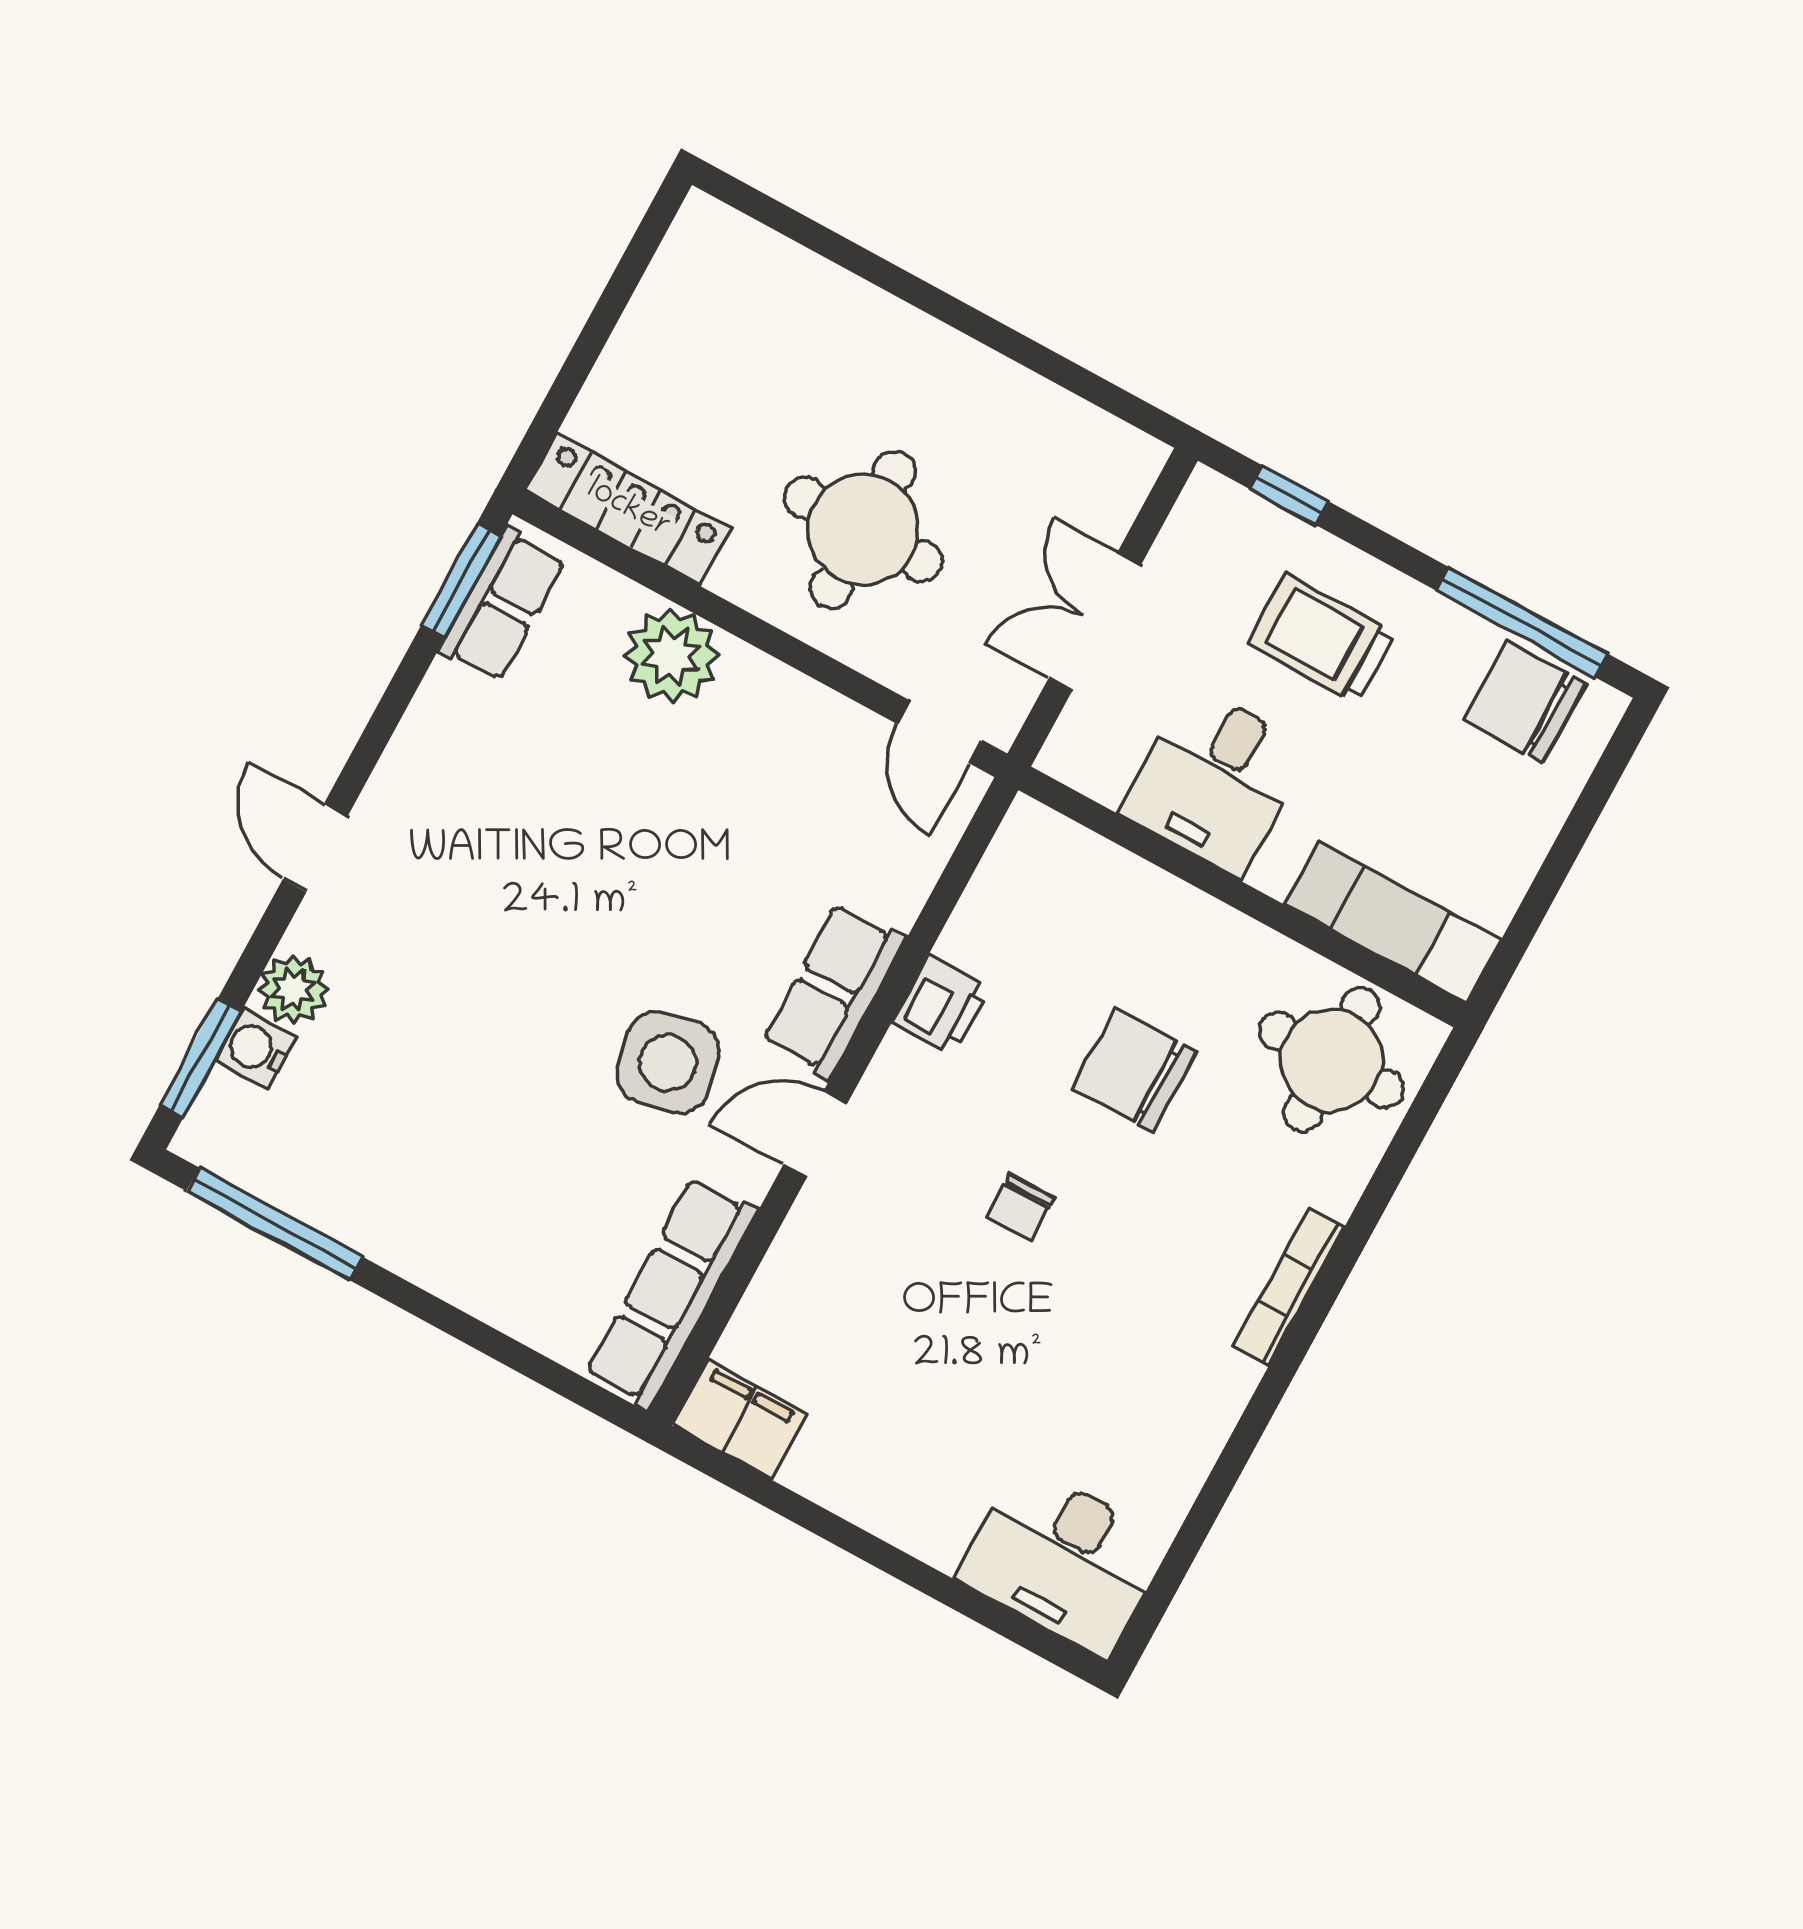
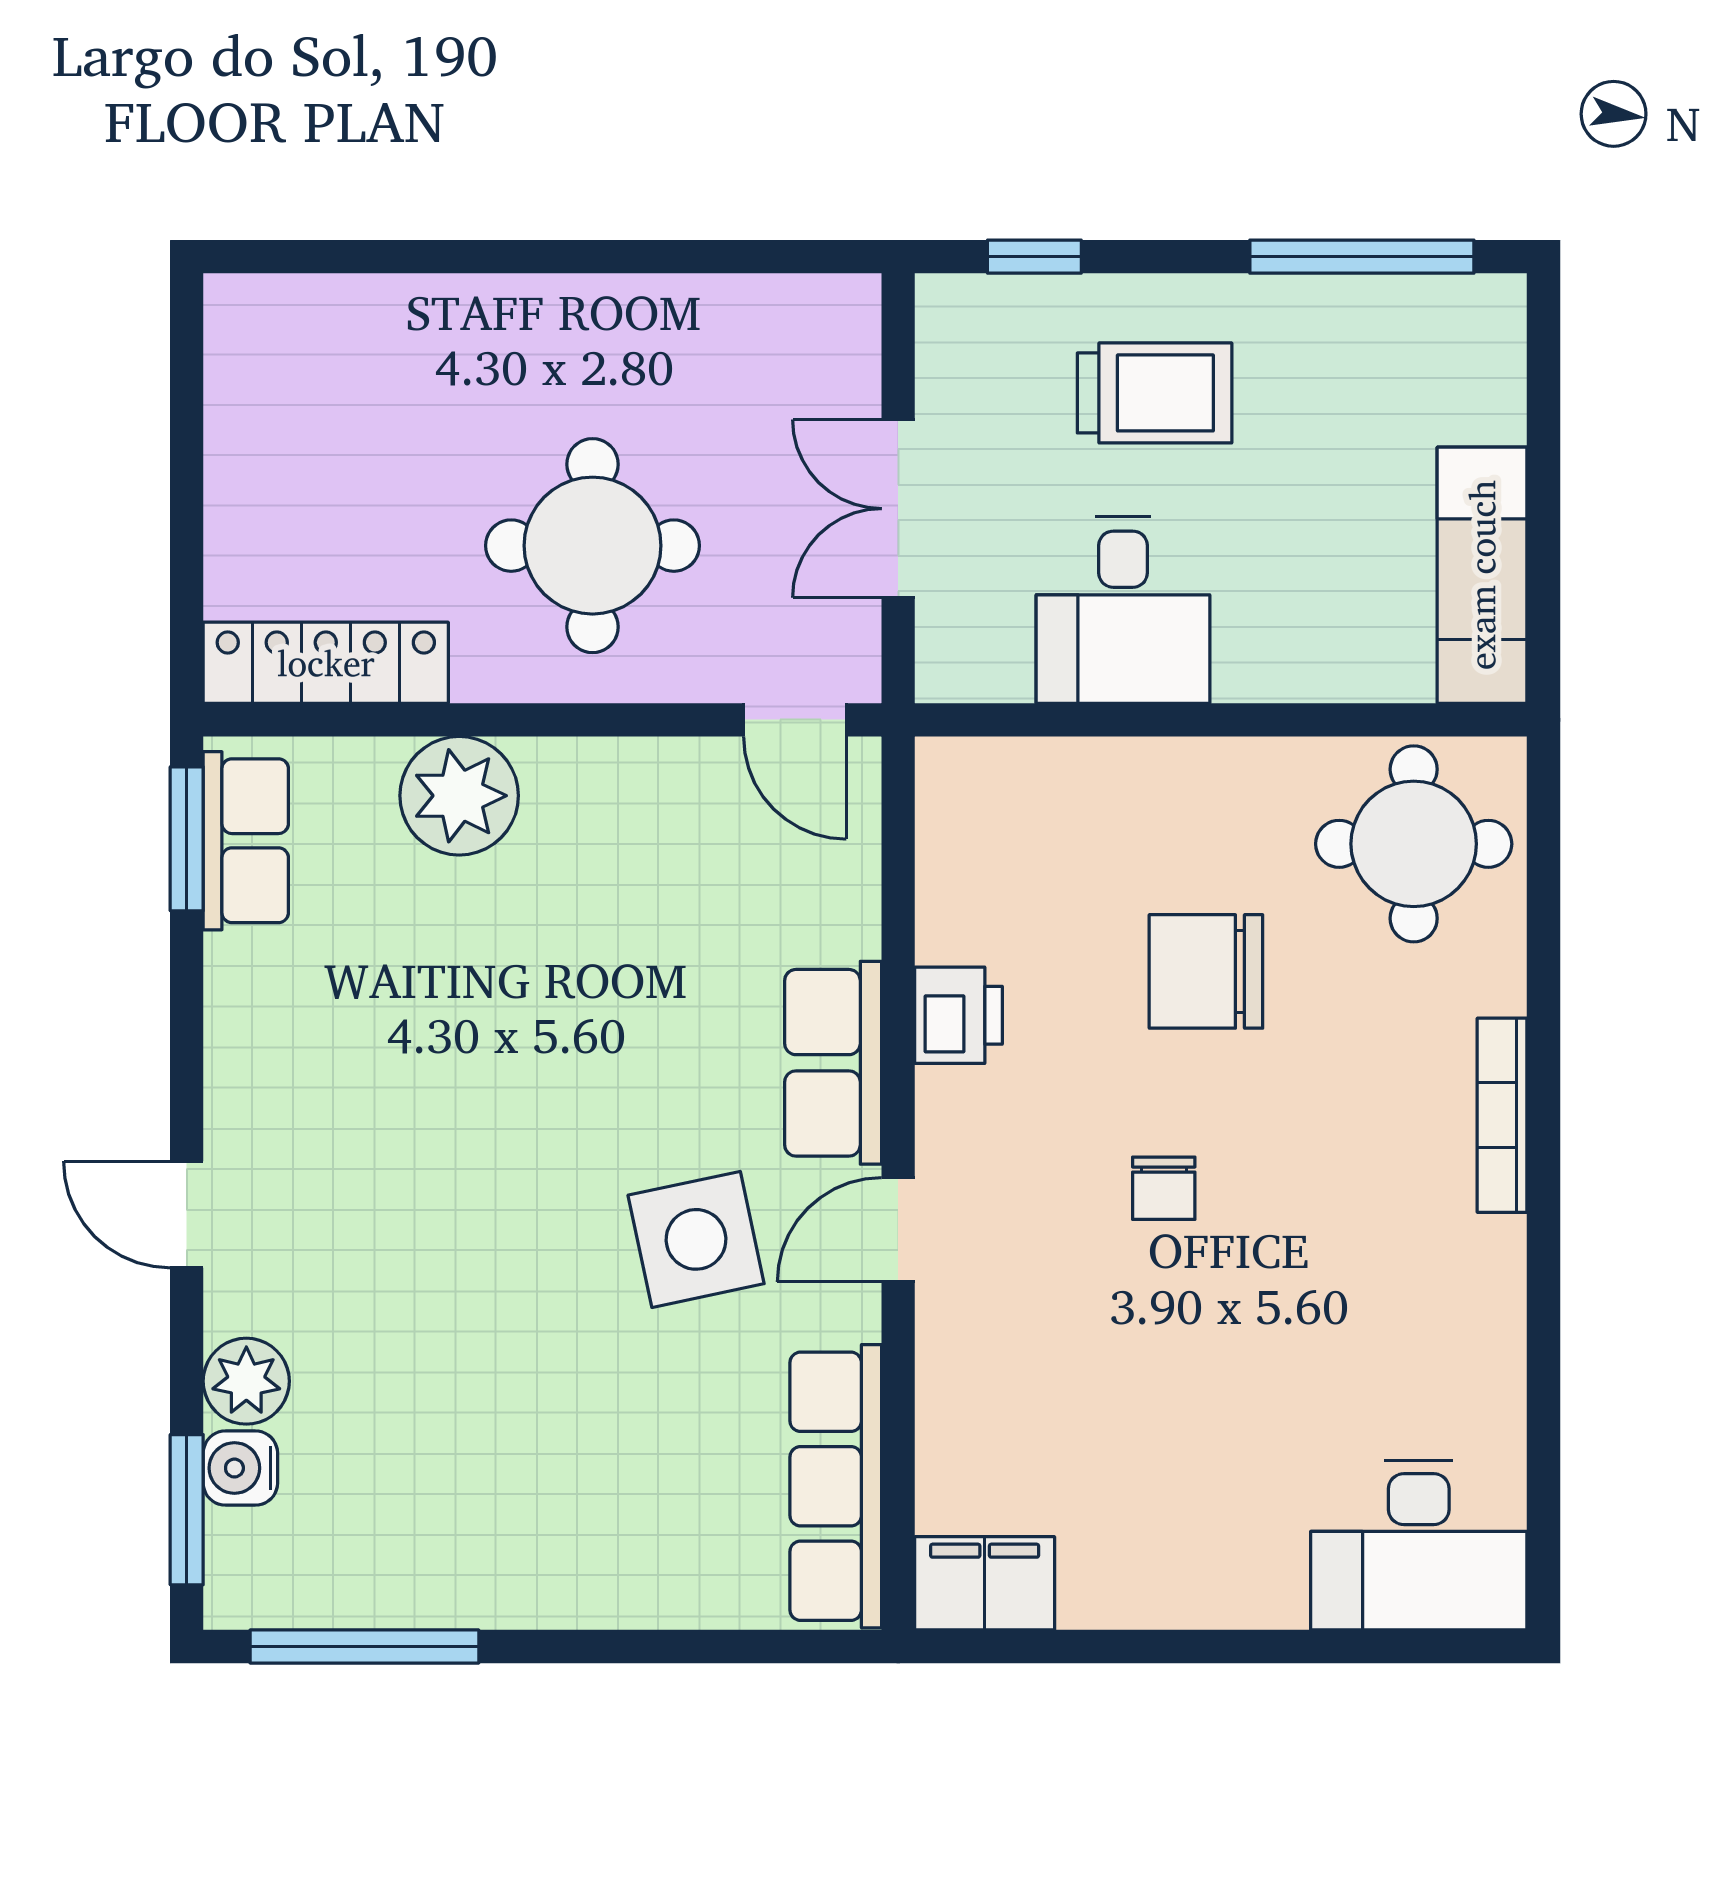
trolley: (1322, 639) -> (1155, 393), turned 180
chair: (1525, 702) -> (1412, 342), removed
exam couch: (1393, 922) -> (1482, 575), moved, turned -90

